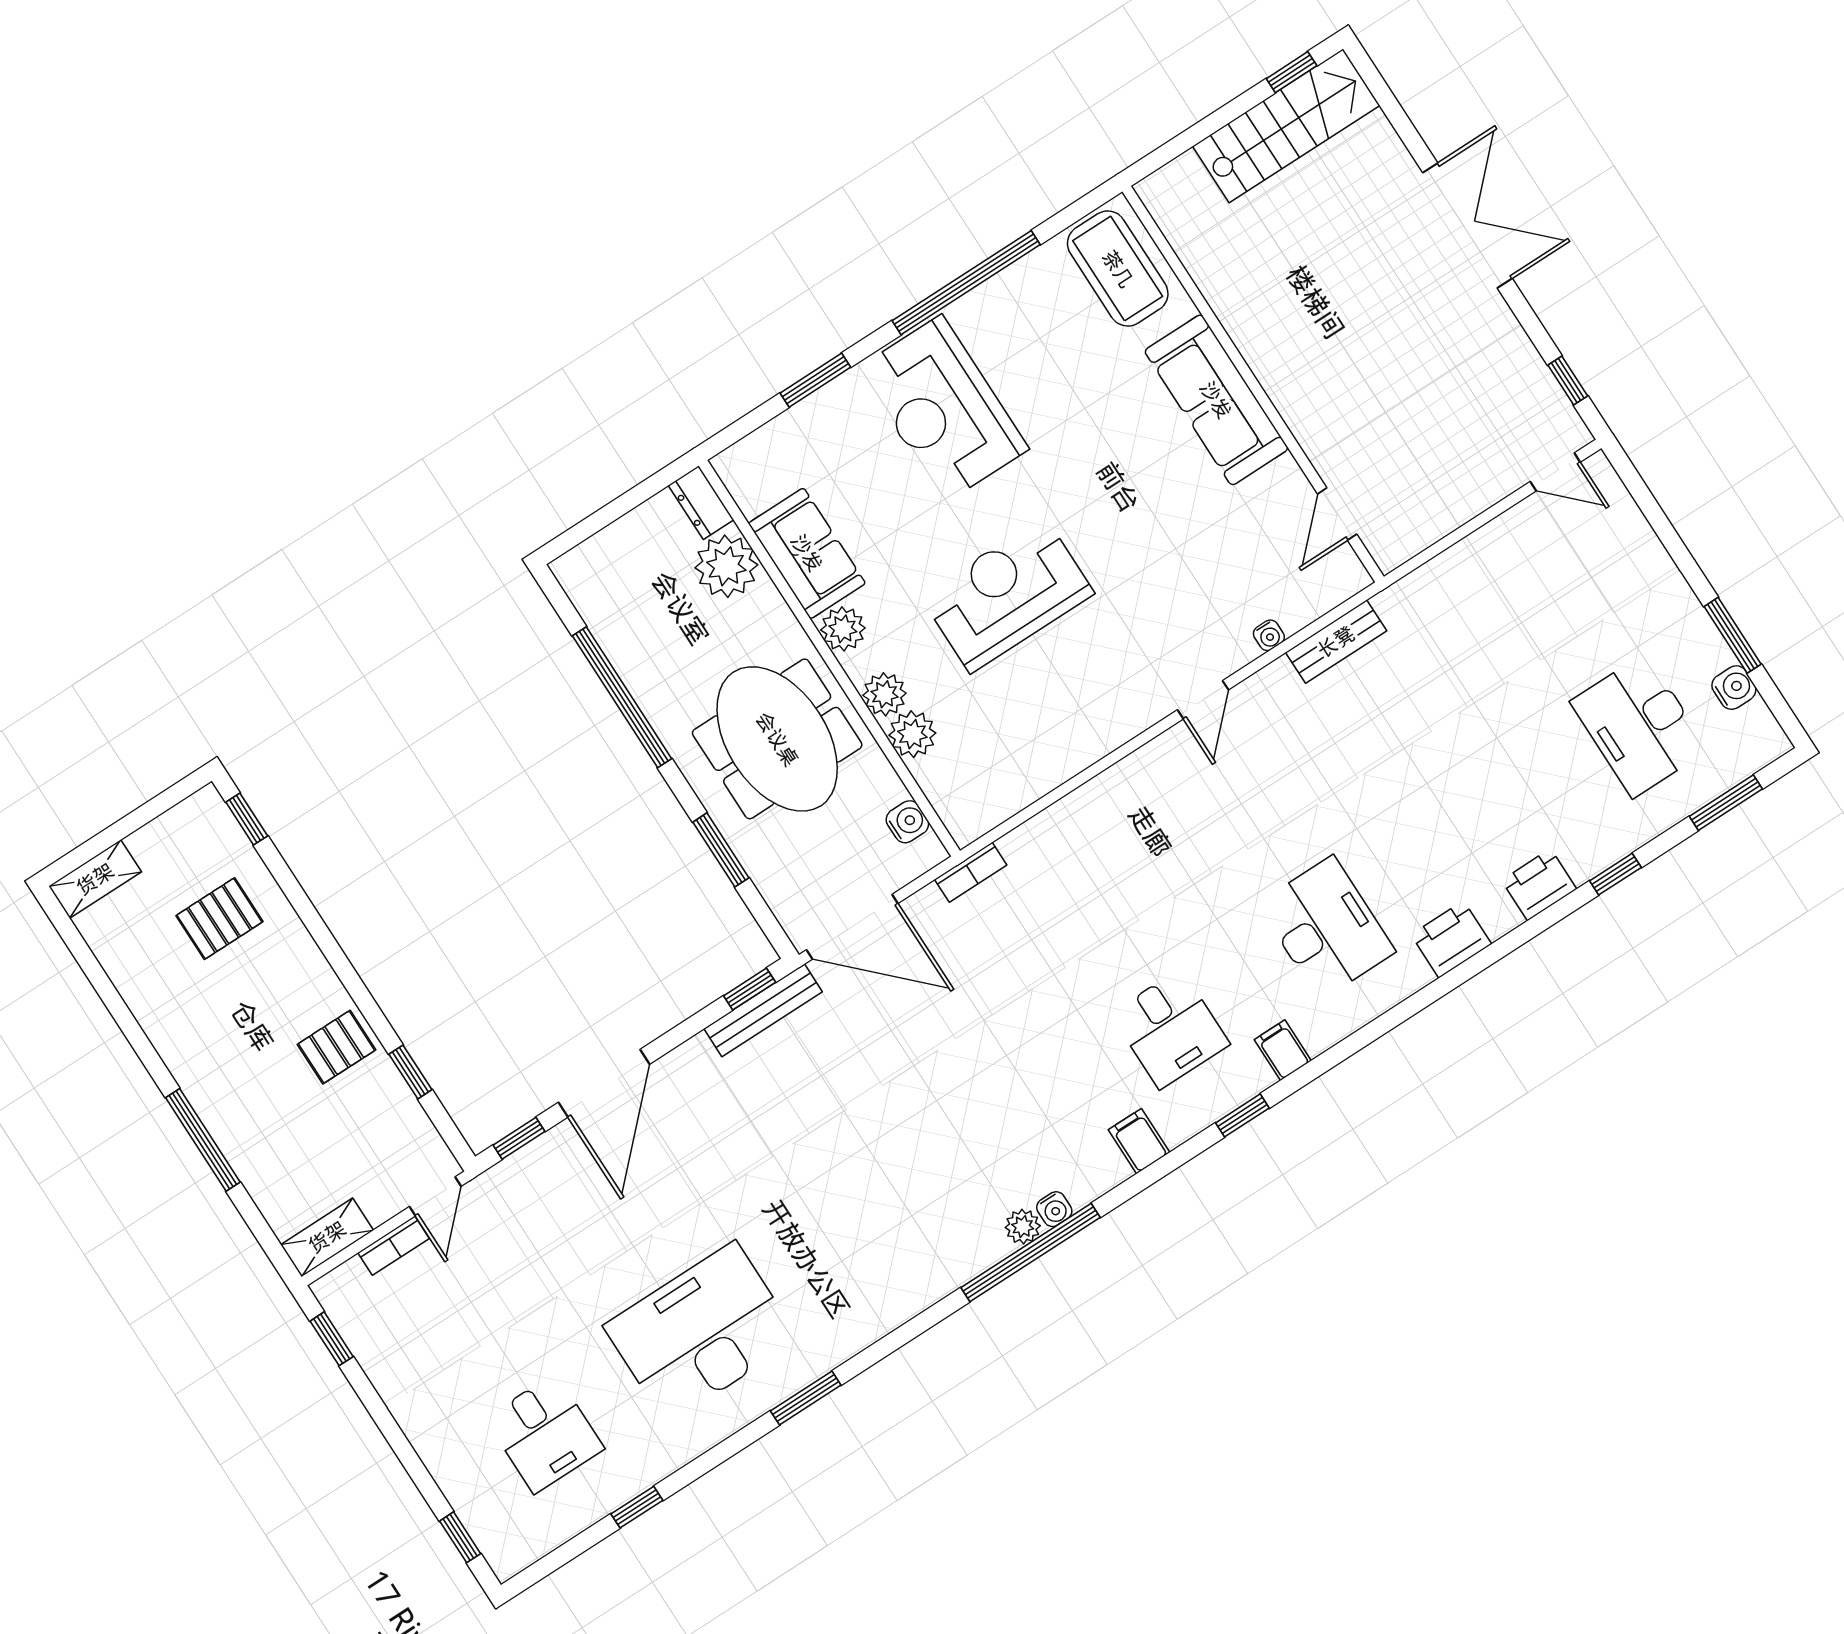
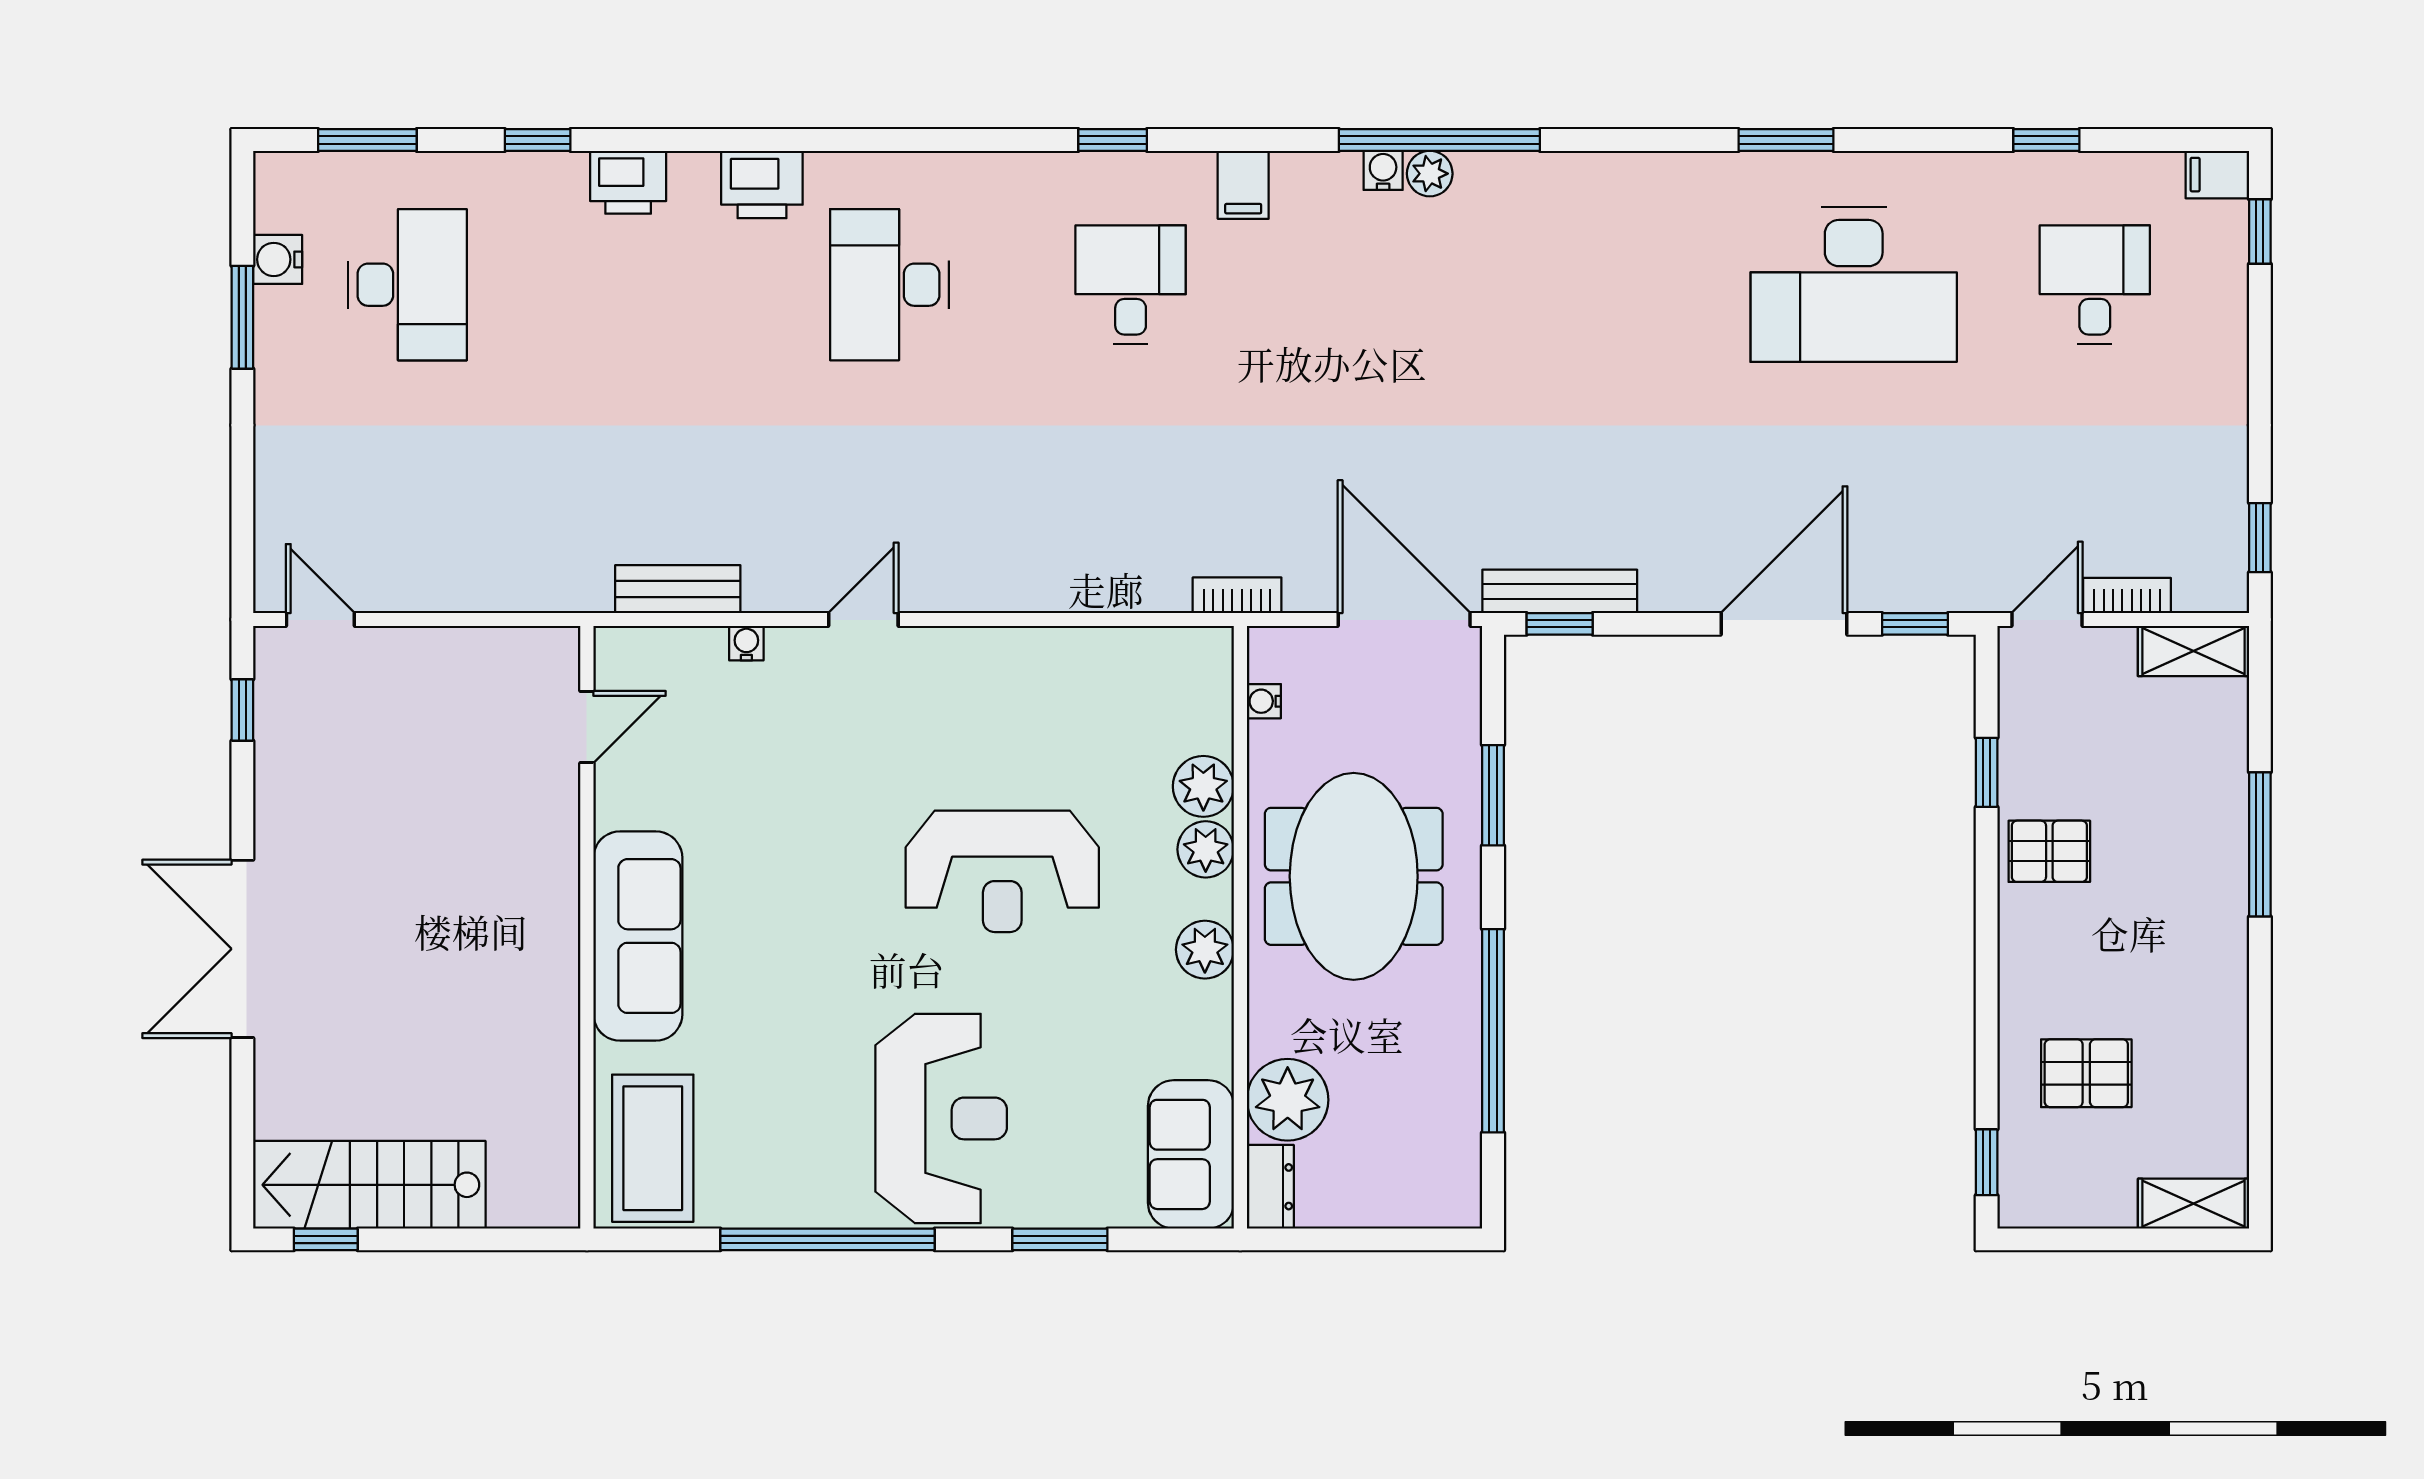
sofa: (807, 553) -> (1191, 1154), moved
water cooler: (907, 822) -> (1264, 701), width x0.72, depth x0.72
filing cabinet: (1283, 1050) -> (2217, 175), moved, turned 90

